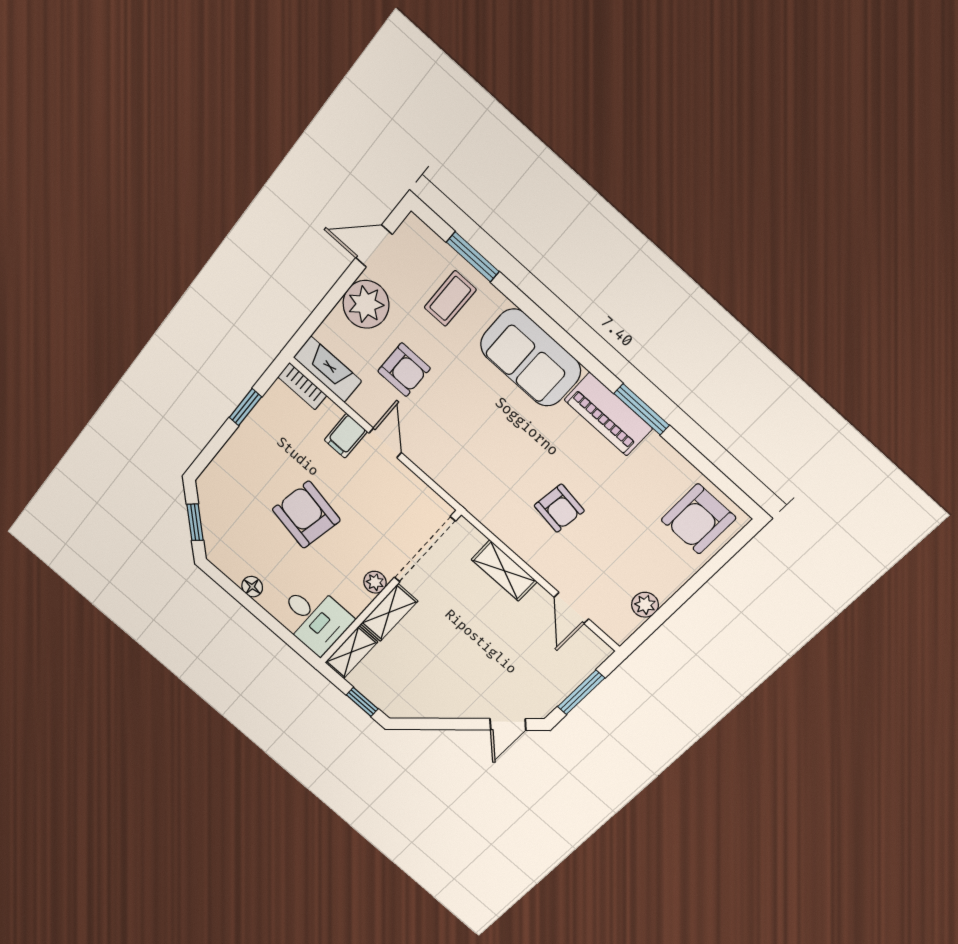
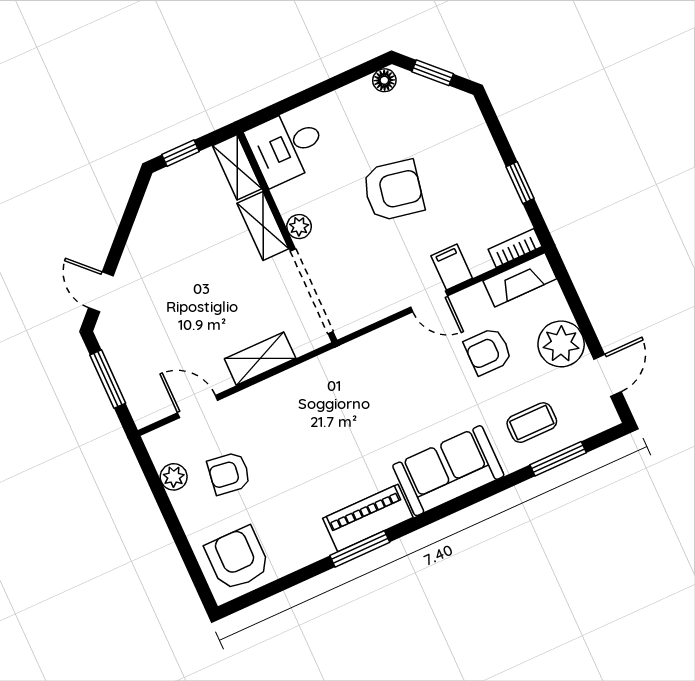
coffee table: (450, 298) -> (532, 423), turned 90
armchair: (559, 508) -> (229, 473), moved
floor lamp: (252, 587) -> (384, 80), moved

